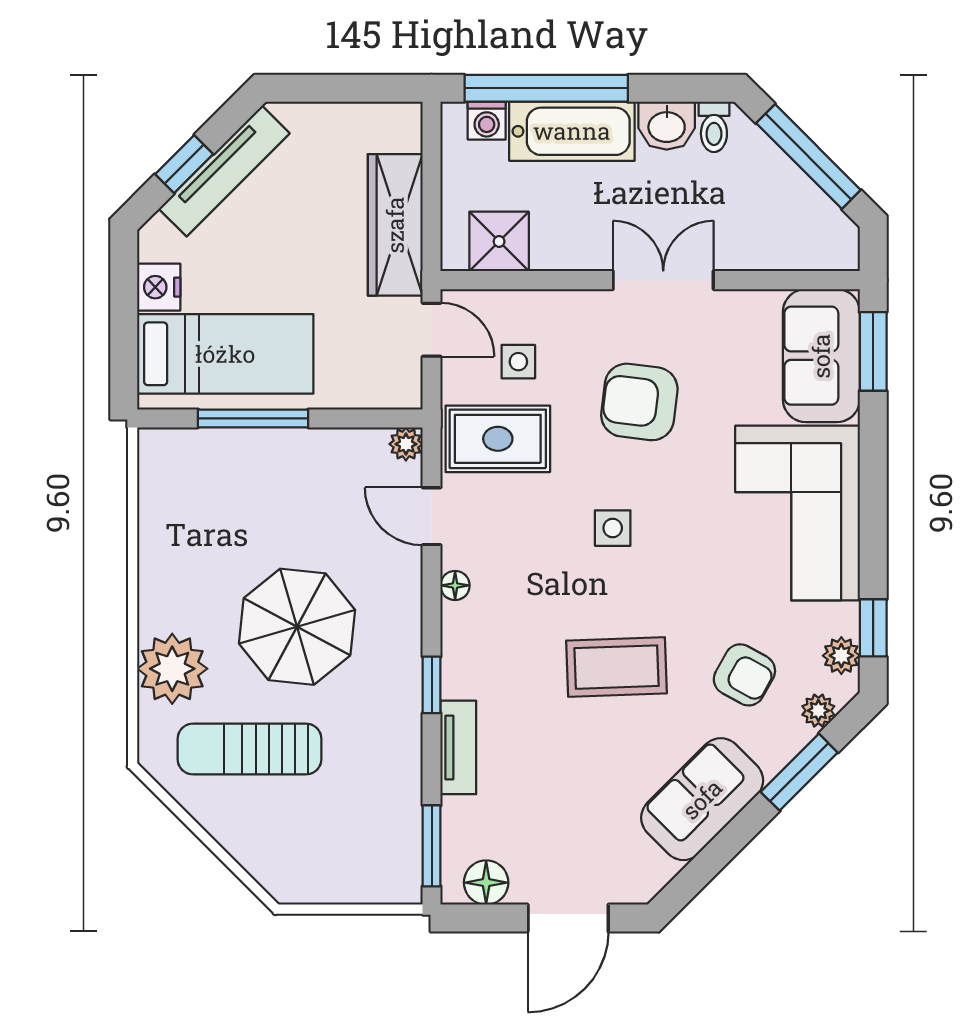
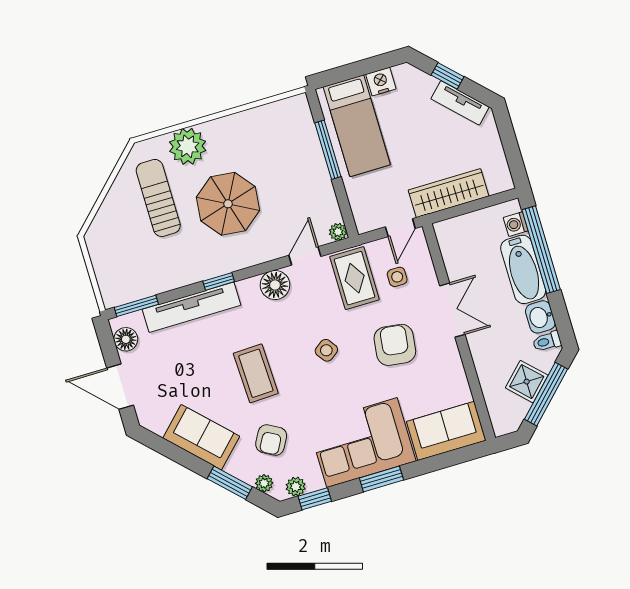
tv unit: (224, 171) -> (460, 103), width x0.71
shower: (499, 241) -> (527, 382), moved, turned 45
double door: (663, 280) -> (452, 310), moved
window: (873, 351) -> (381, 479), moved
side table: (613, 528) -> (326, 350), turned -36
floor lamp: (455, 585) -> (275, 285), width x1.89, depth x1.89
tv unit: (458, 747) -> (191, 307), width x1.92, depth x1.29

